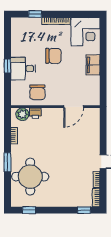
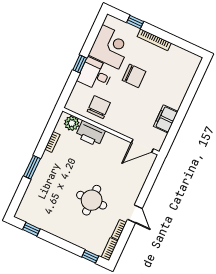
corner desk: (86, 32) -> (110, 47), moved, turned -90
filing cabinet: (93, 65) -> (166, 119), moved
chair: (37, 92) -> (99, 107), turned 180
door: (74, 107) -> (142, 146), moved
printer: (35, 113) -> (90, 134), width x1.87, depth x1.48
round table: (30, 177) -> (92, 200), moved, width x0.73, depth x0.73

